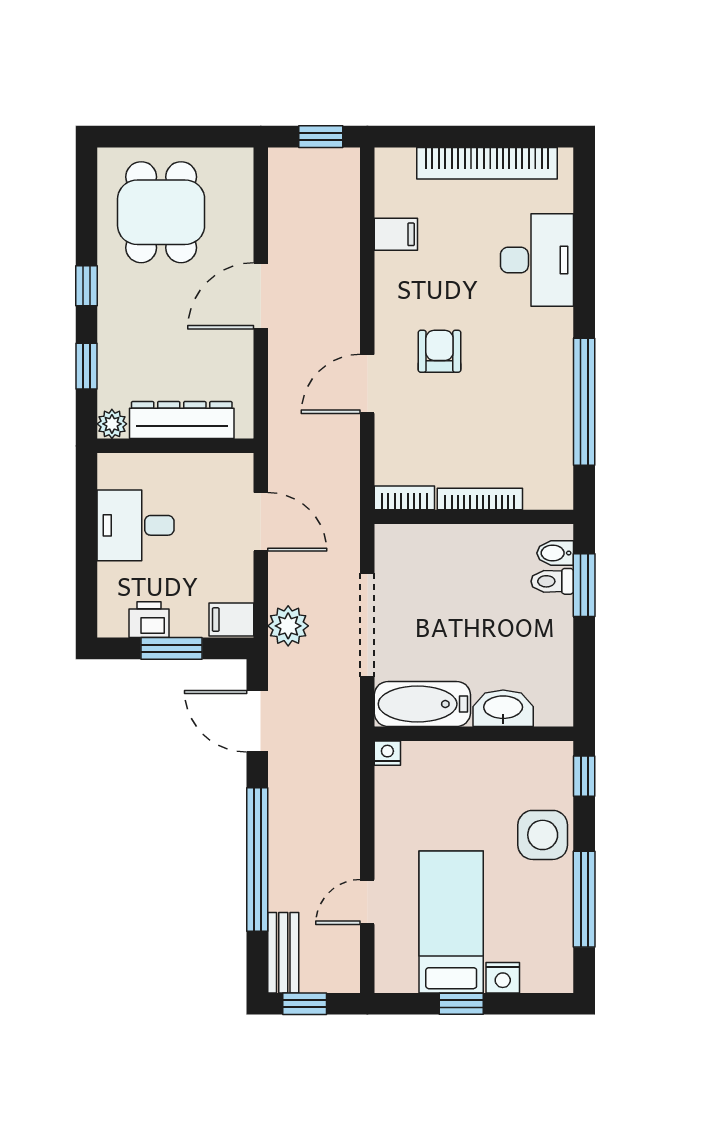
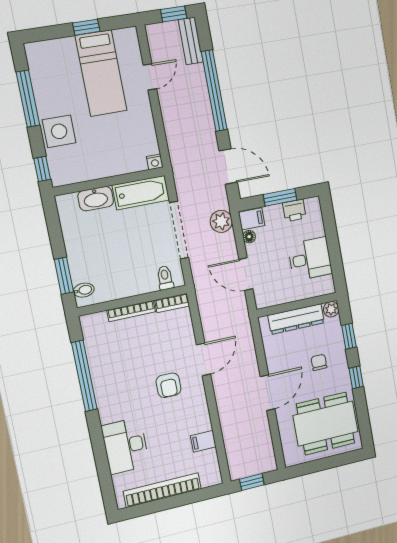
dining table: (161, 212) -> (326, 424), width x1.38
chair: (153, 330) -> (319, 362), added
toilet: (552, 581) -> (165, 278), moved, turned -90
floor lamp: (242, 588) -> (249, 237), added
nightstand: (503, 978) -> (66, 46), removed

